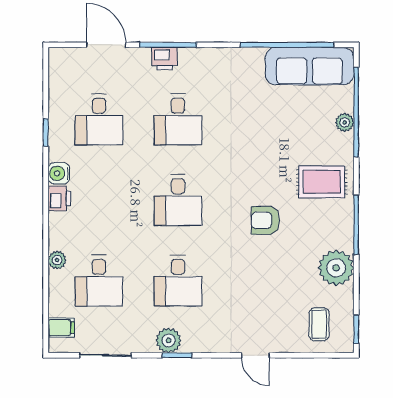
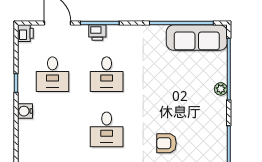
plant: (345, 122) -> (221, 89), moved
rug: (322, 182) -> (205, 117), removed
printer: (59, 198) -> (25, 33), moved

